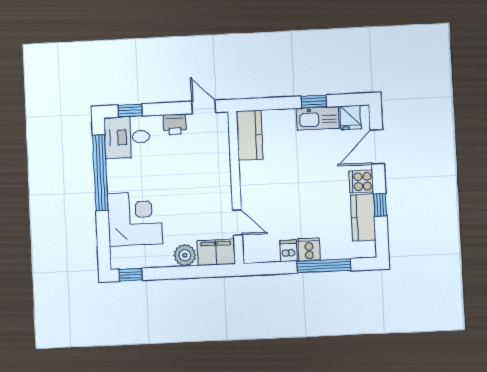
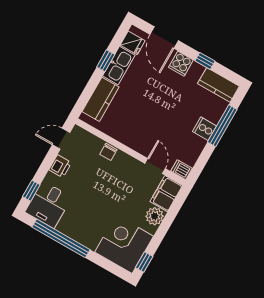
kitchen counter: (250, 135) -> (101, 99), moved, turned 90
chair: (221, 165) -> (108, 152), added
kitchen counter: (363, 217) -> (218, 85), moved
corner desk: (135, 219) -> (124, 244), moved
door: (237, 222) -> (155, 166), hinge flipped
dishwasher: (289, 251) -> (182, 170), moved

